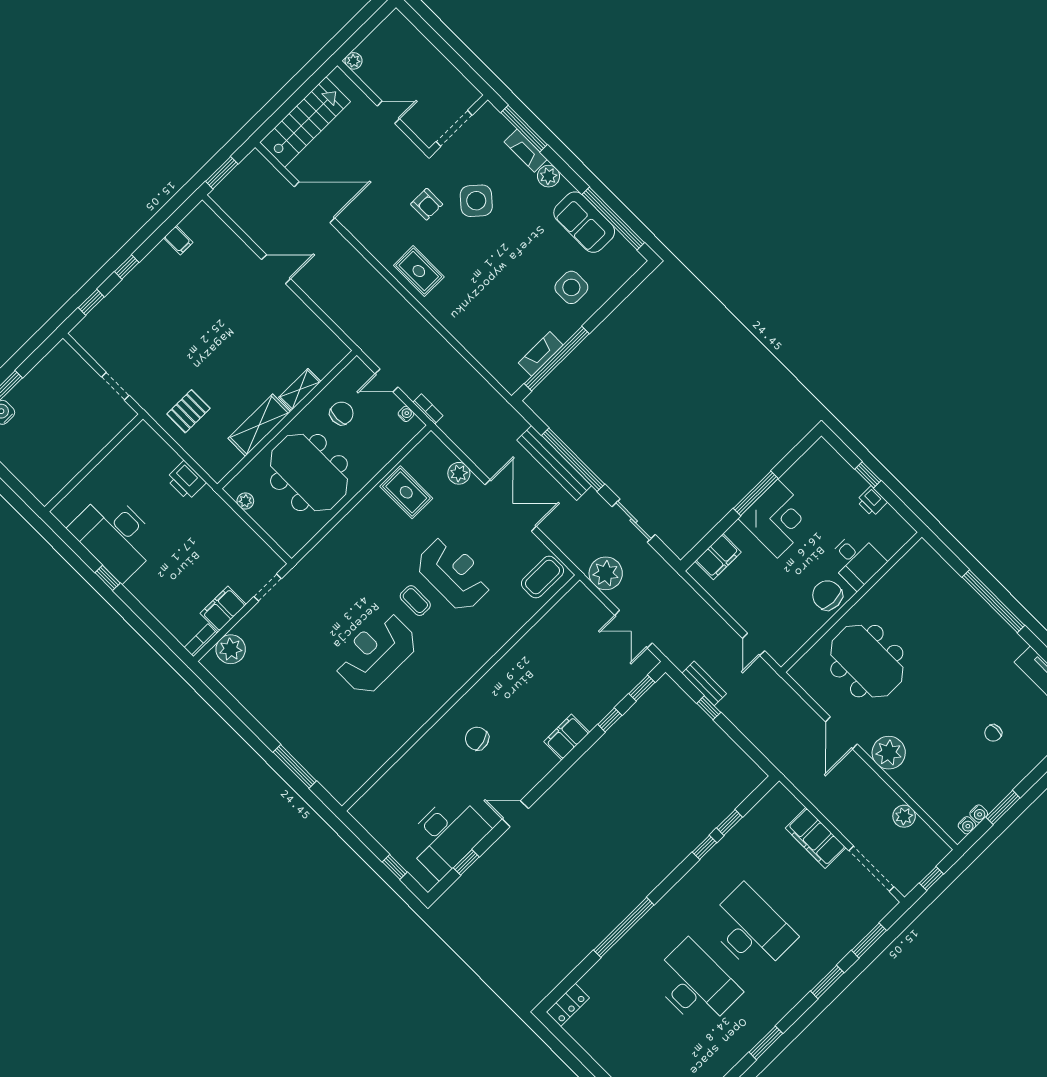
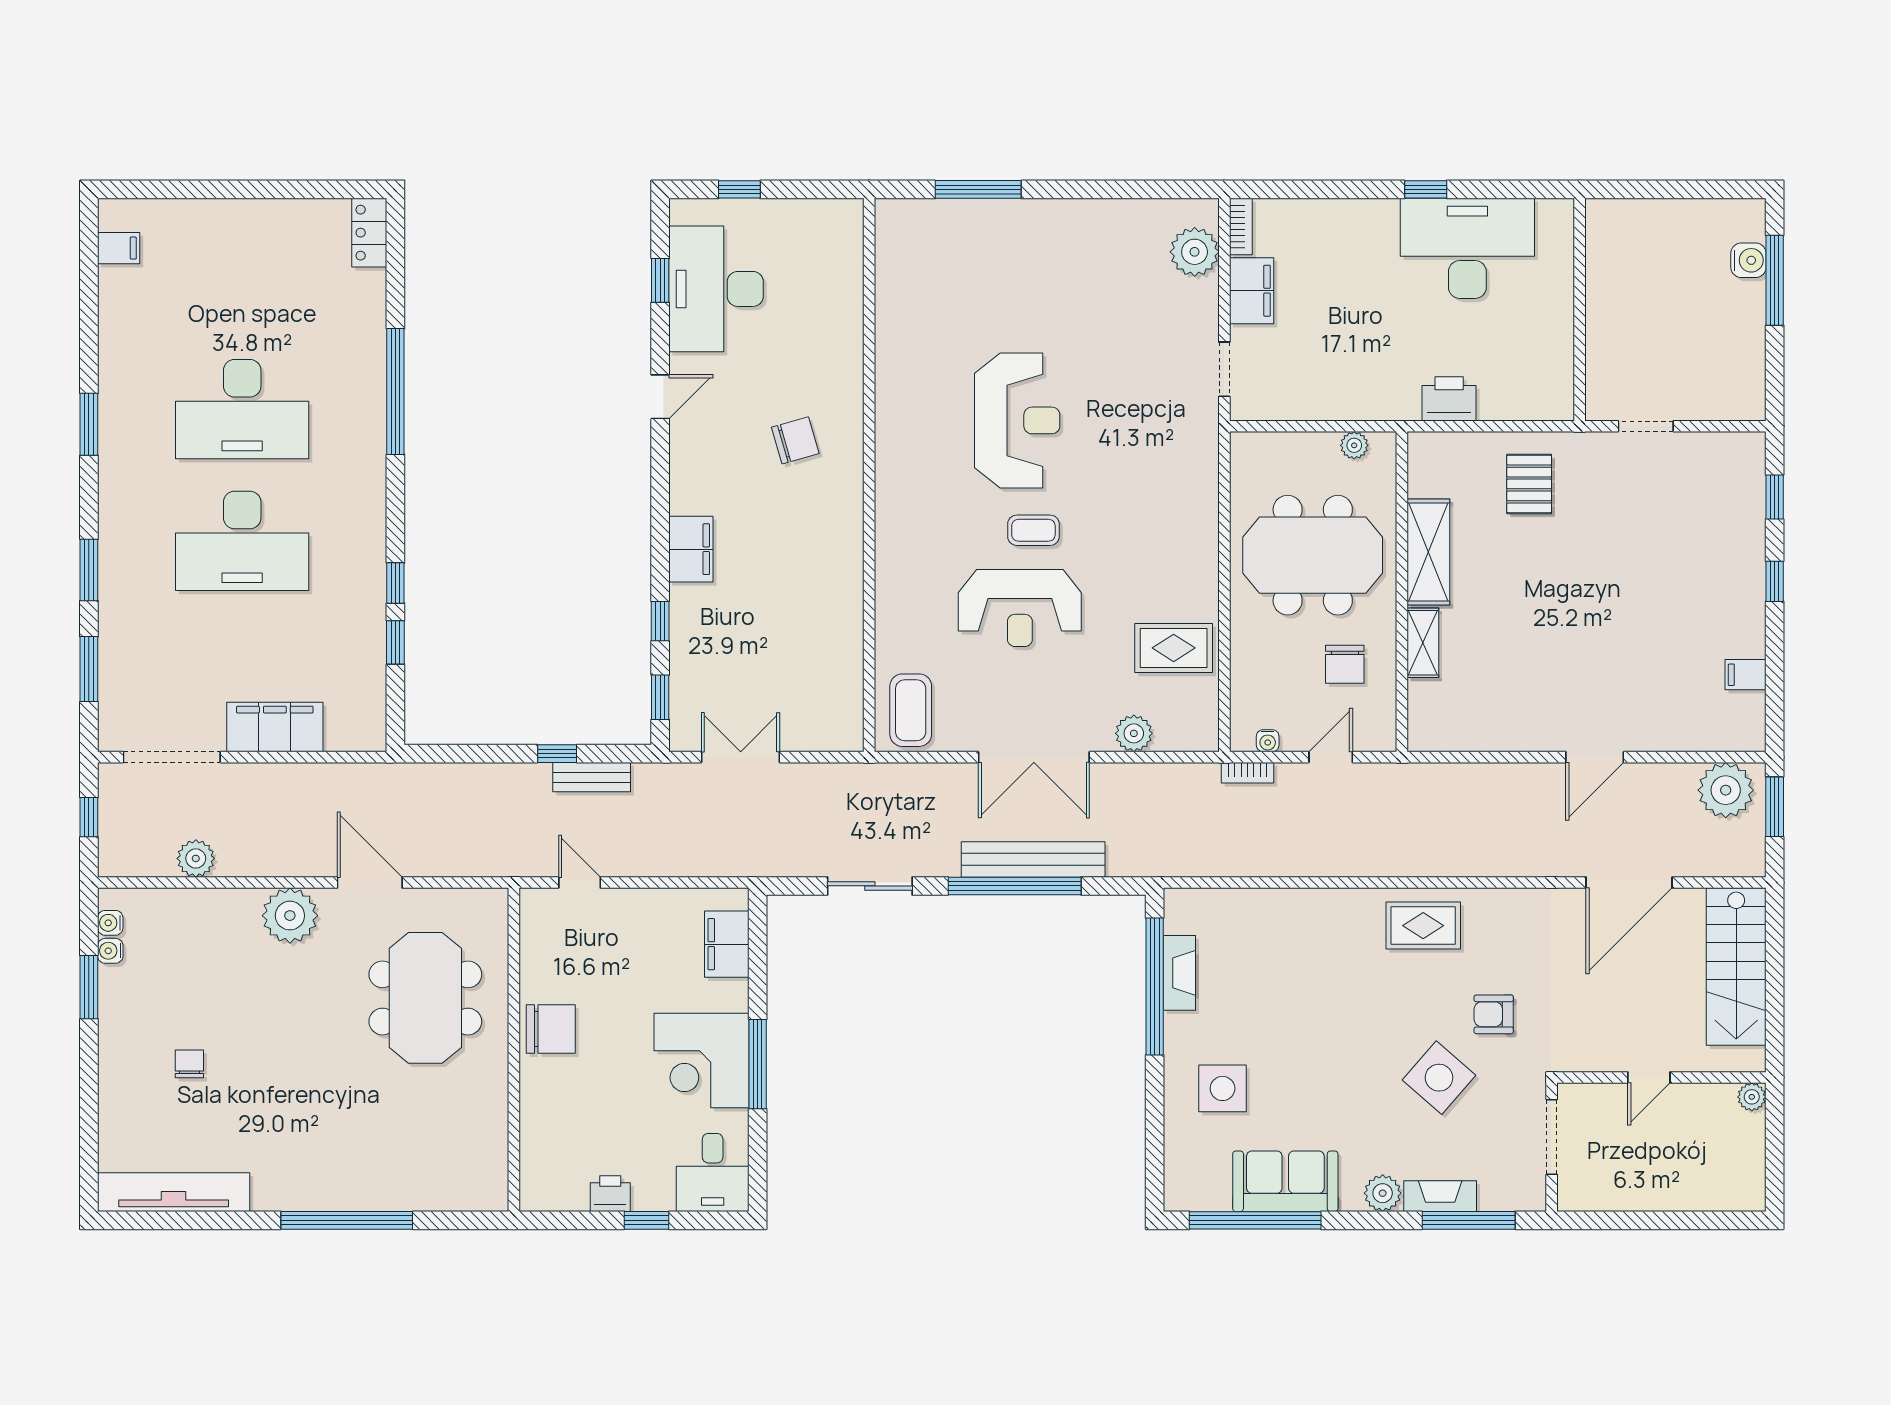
desk: (856, 560) -> (713, 1172), moved, turned -90
plant: (606, 573) -> (1726, 790), moved
meeting table: (867, 661) -> (425, 998), turned 90

